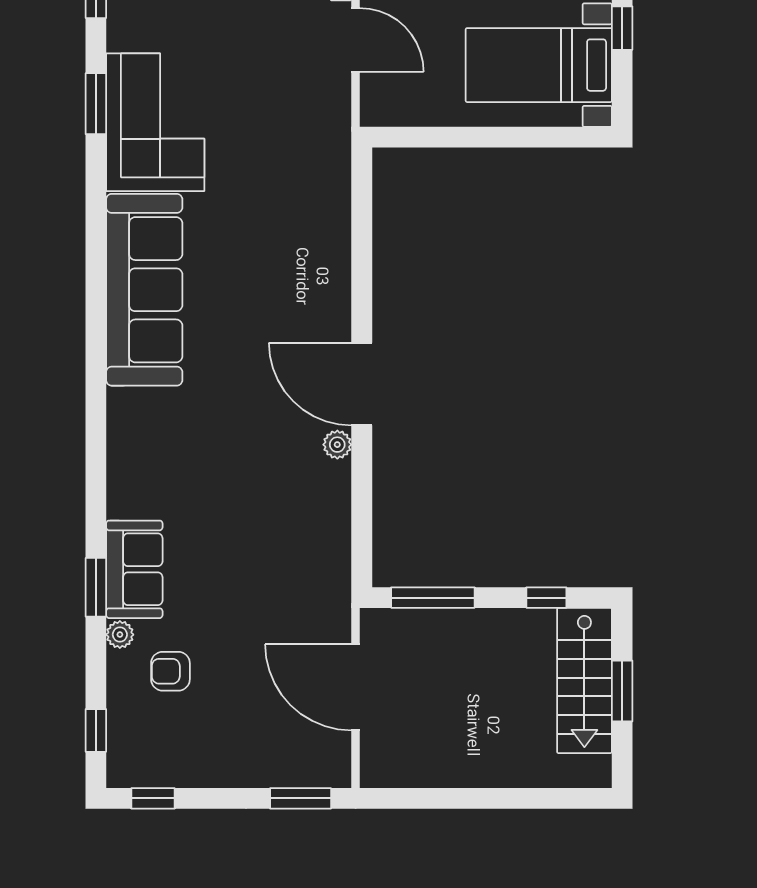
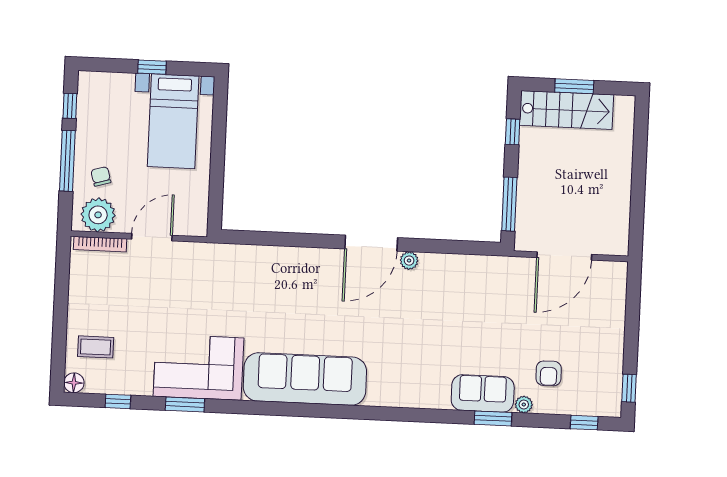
window: (301, 798) -> (633, 294), removed

